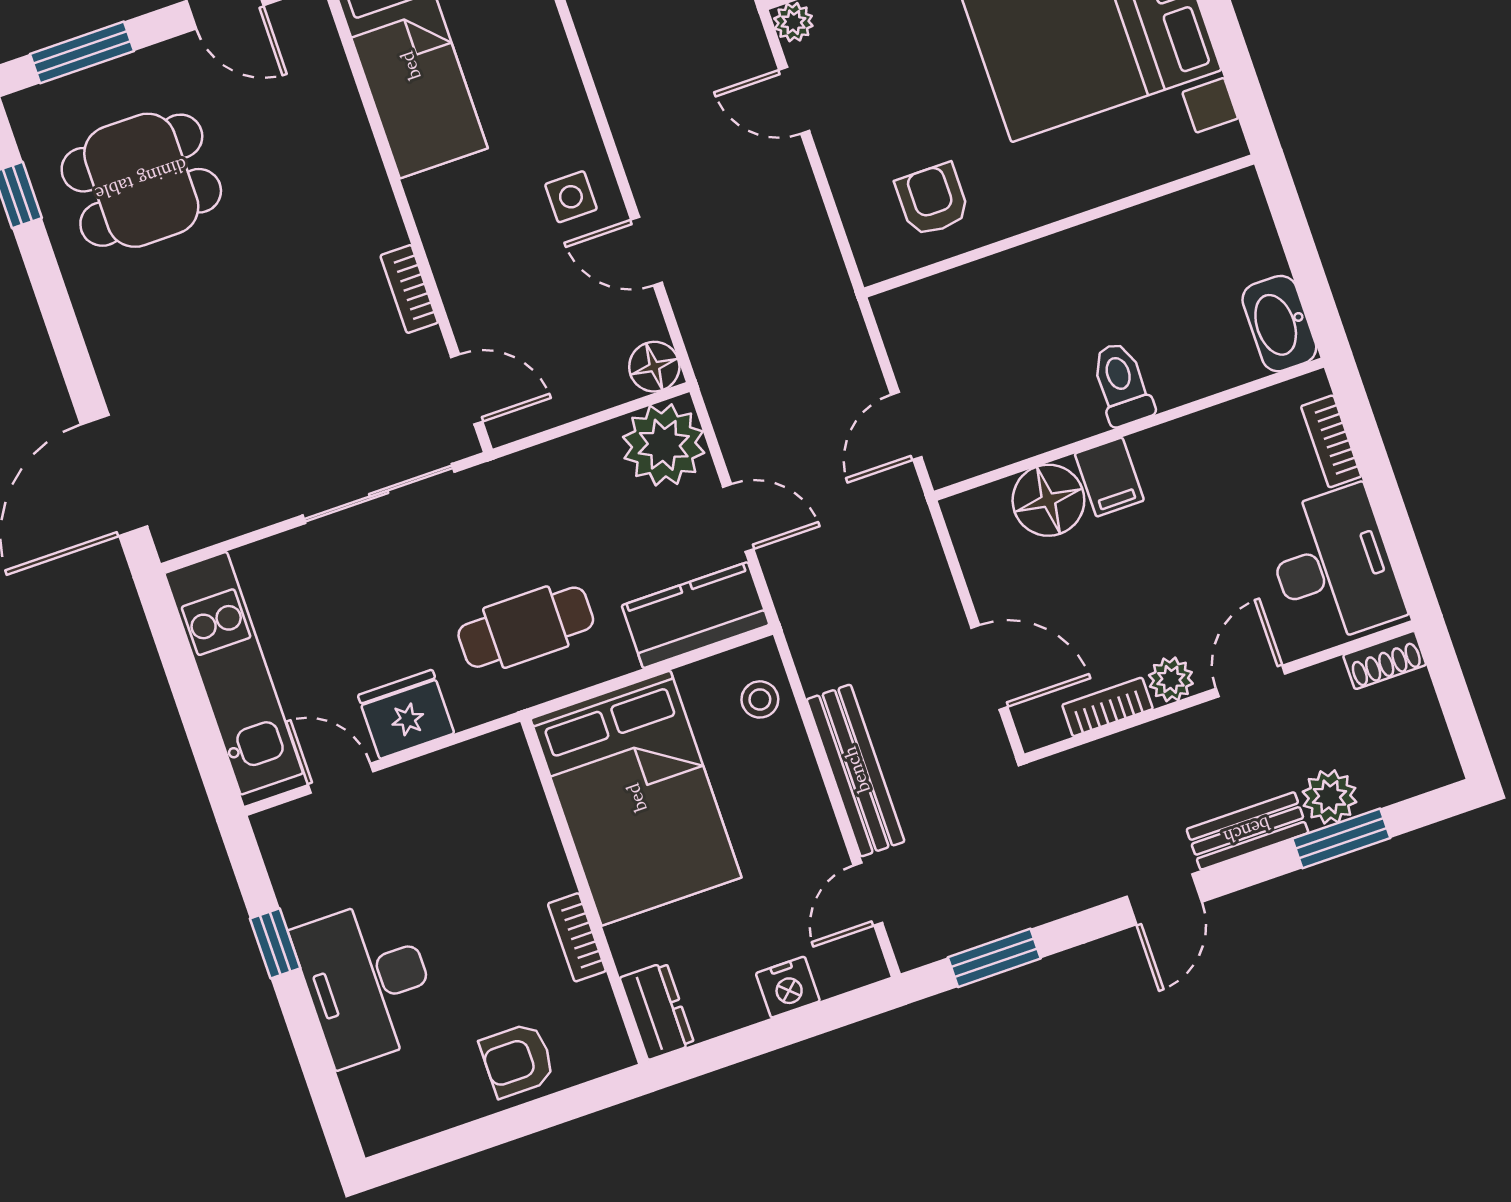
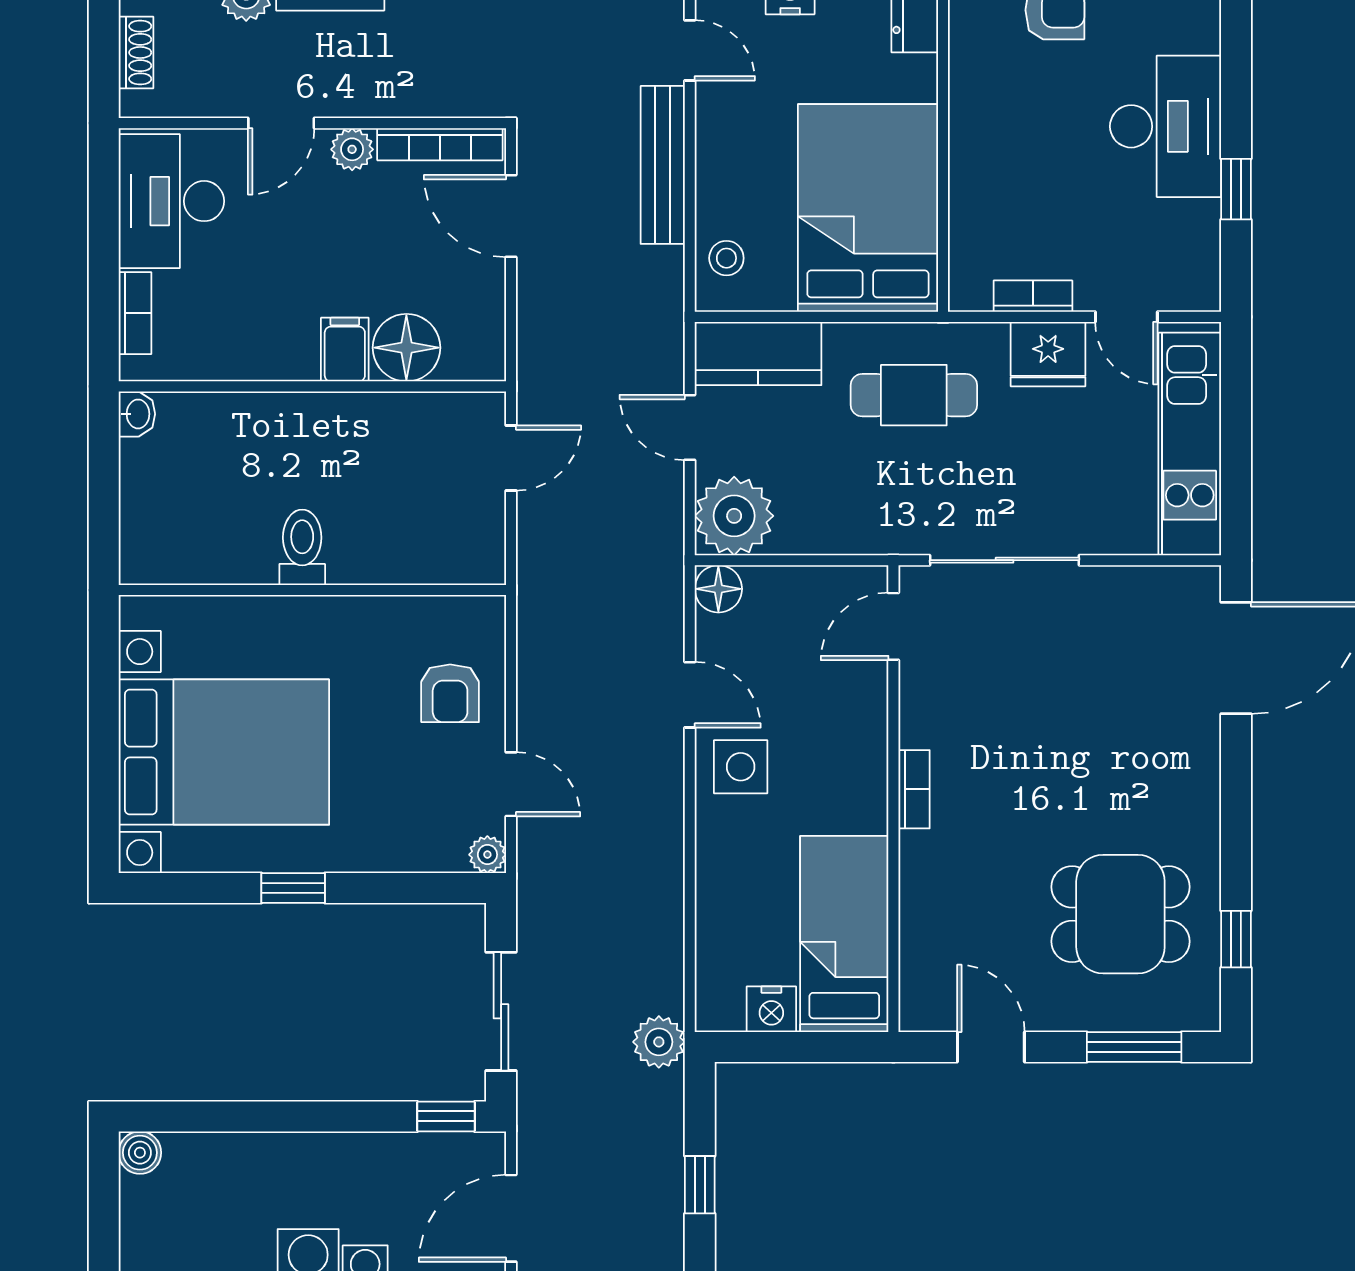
side table: (571, 197) -> (741, 767), width x1.37, depth x1.37
armchair: (932, 200) -> (450, 693), moved
bookcase: (409, 289) -> (914, 789), moved
washbasin: (1279, 324) -> (137, 414), width x0.52, depth x0.69
toilet: (1122, 384) -> (302, 547), moved, turned 180
door: (467, 389) -> (893, 626), hinge flipped
shoe rack: (1385, 660) -> (136, 53), moved, turned 90
bookcase: (1107, 707) -> (440, 144), width x1.56
door: (868, 894) -> (690, 50), hinge flipped
bookcase: (577, 937) -> (1033, 296), moved, turned -90

